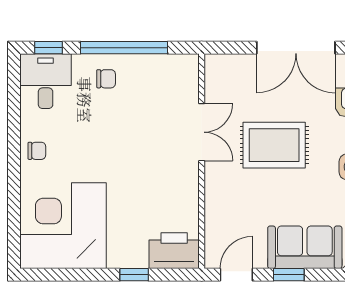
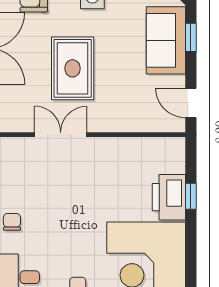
printer: (174, 251) -> (169, 197), moved
window: (289, 275) -> (191, 37), moved

